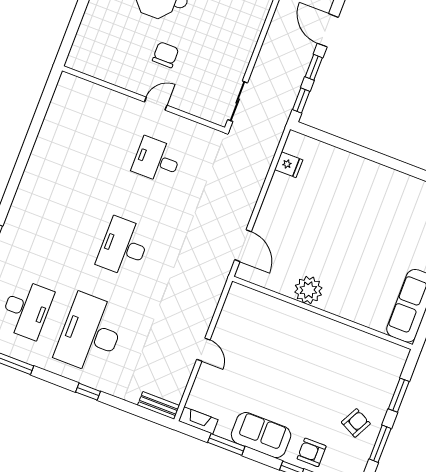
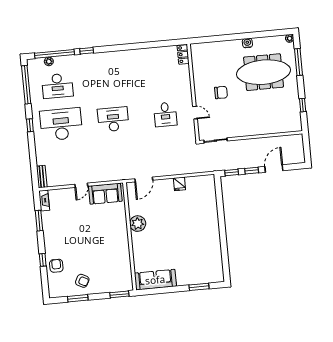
locker: (75, 85) -> (183, 54), added
door: (156, 104) -> (195, 113), moved
desk: (157, 160) -> (165, 114), turned 180
fridge: (289, 165) -> (179, 184), moved
window: (88, 392) -> (30, 125), moved
window: (399, 395) -> (119, 294), moved
sofa: (261, 435) -> (105, 194), moved, turned 90

